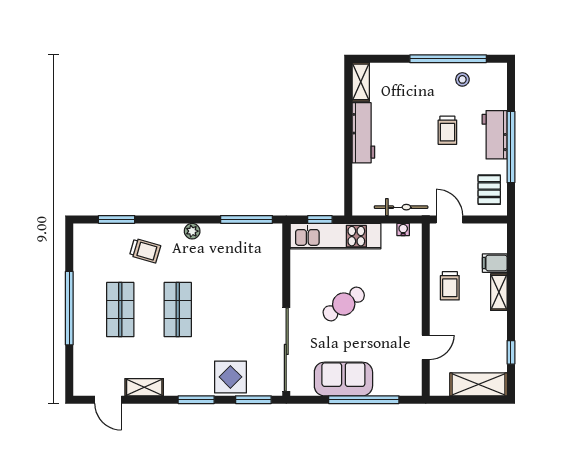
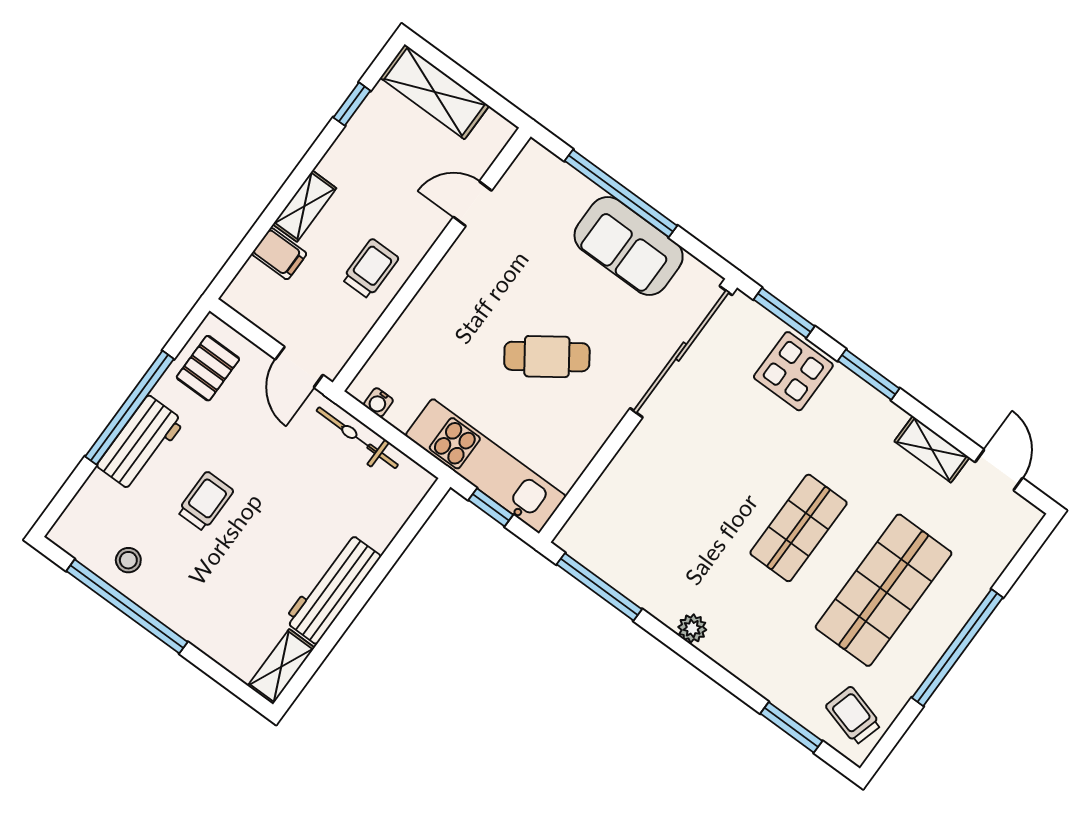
trolley: (145, 251) -> (853, 716), moved
shop shelf: (120, 310) -> (884, 590), width x1.43, depth x1.36

